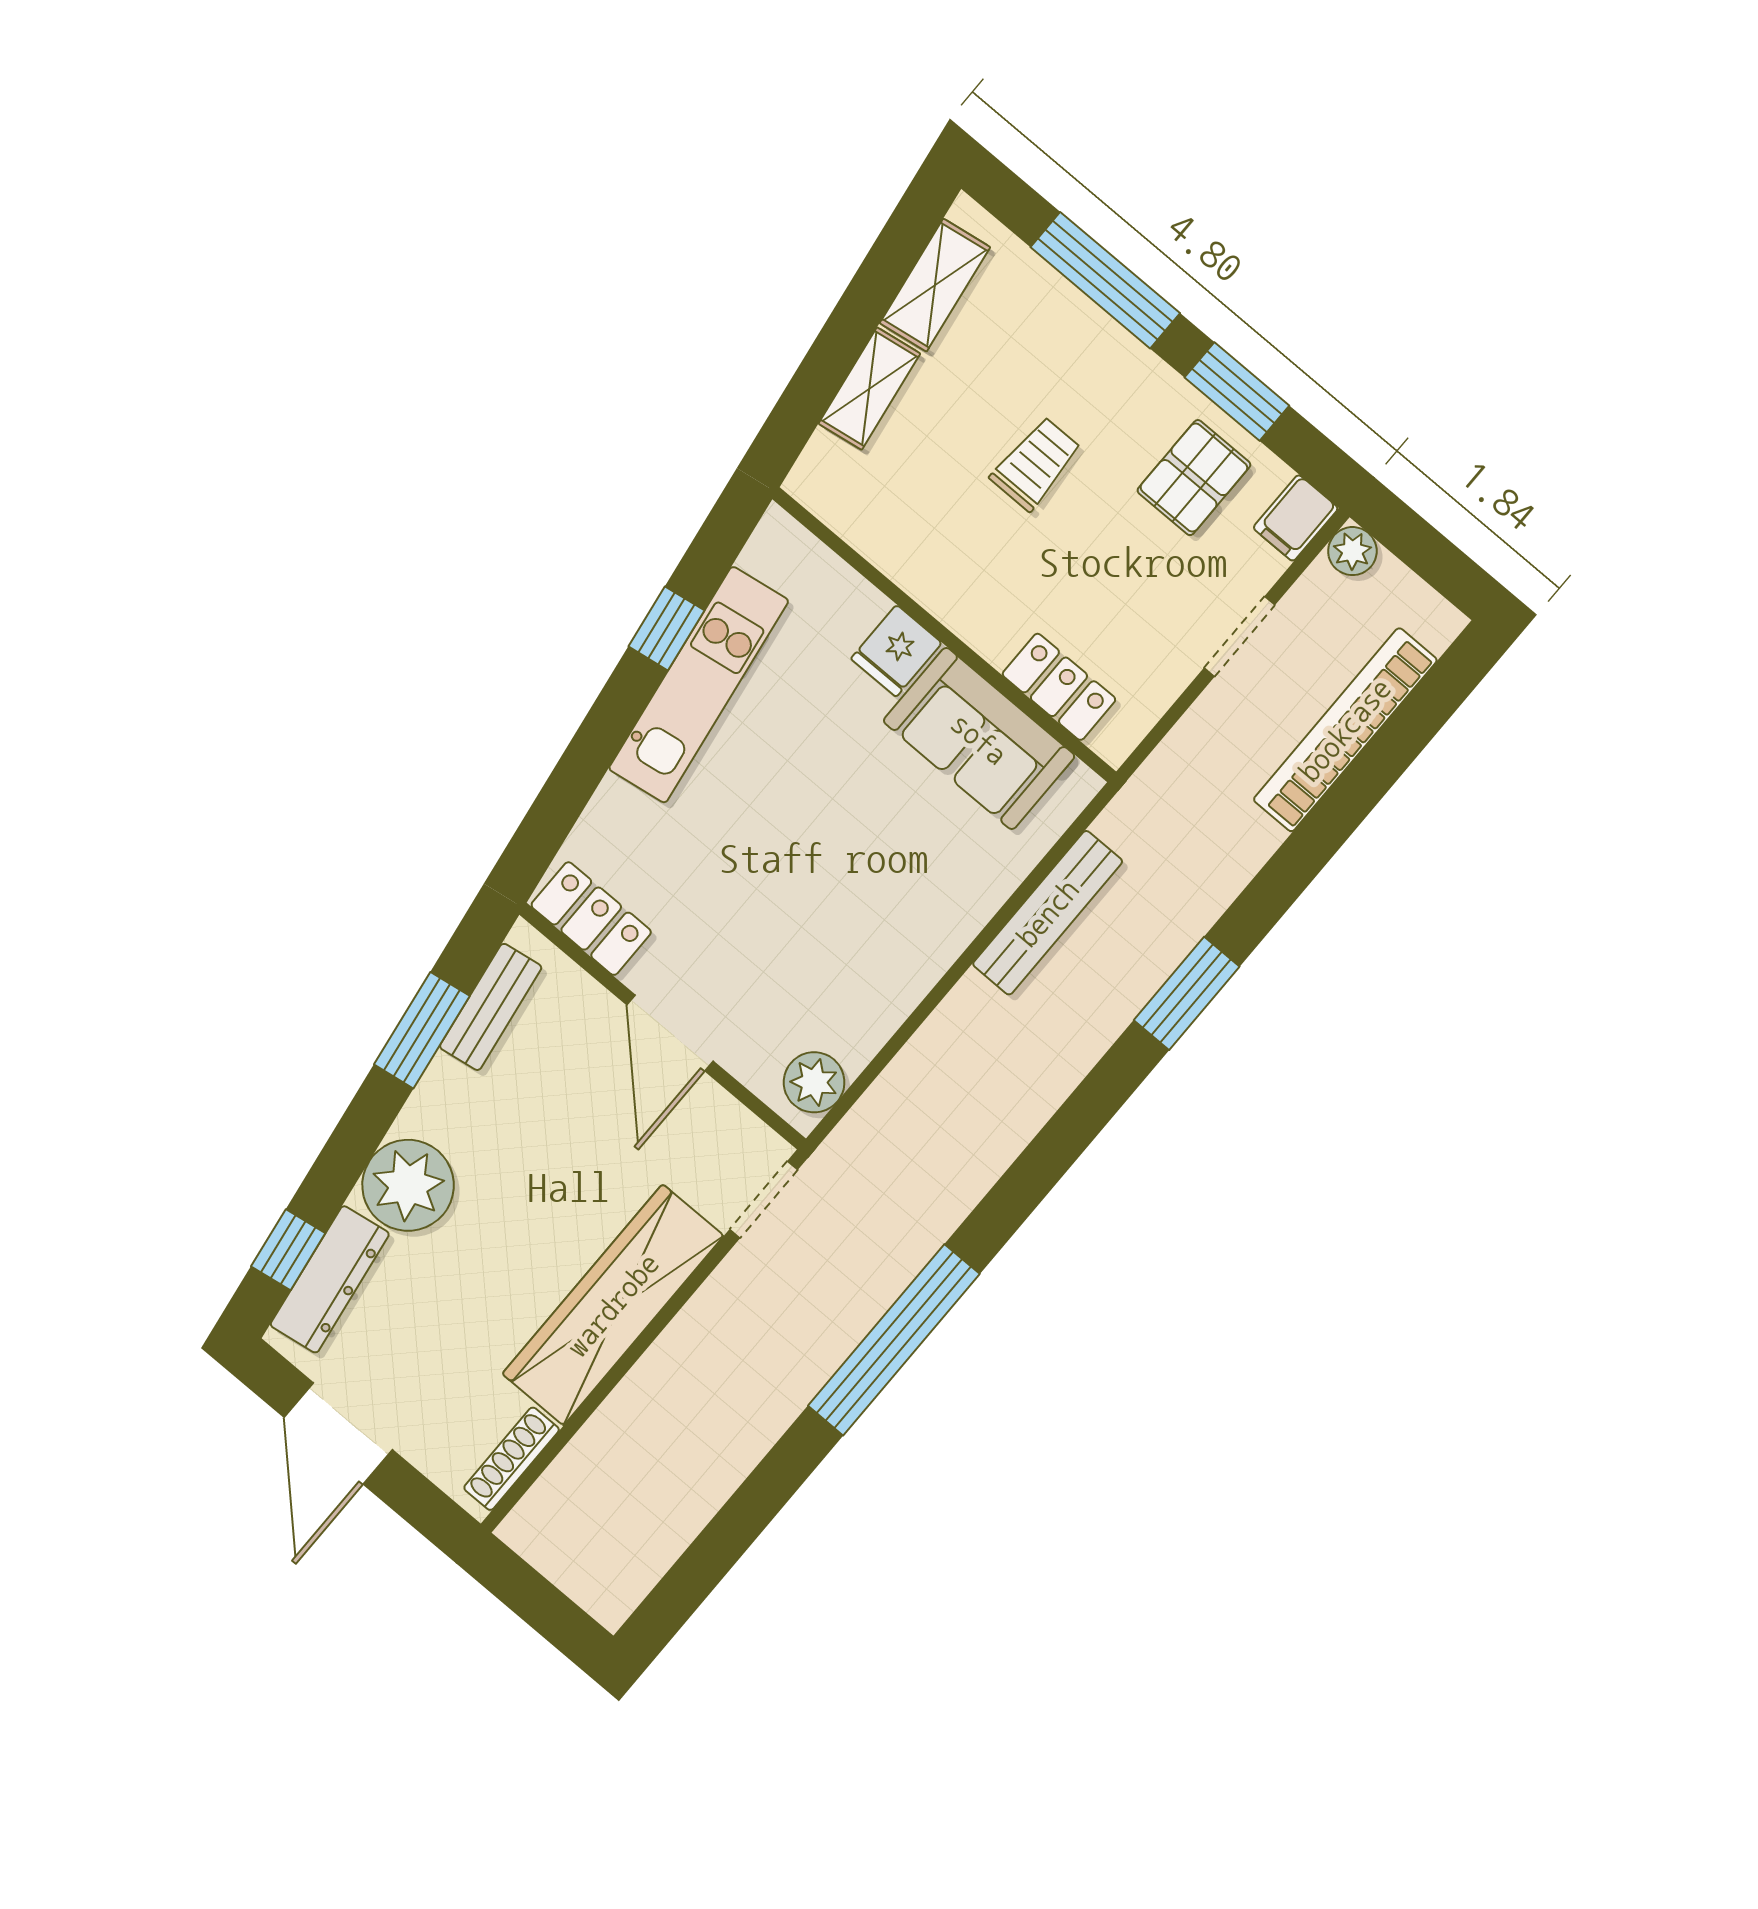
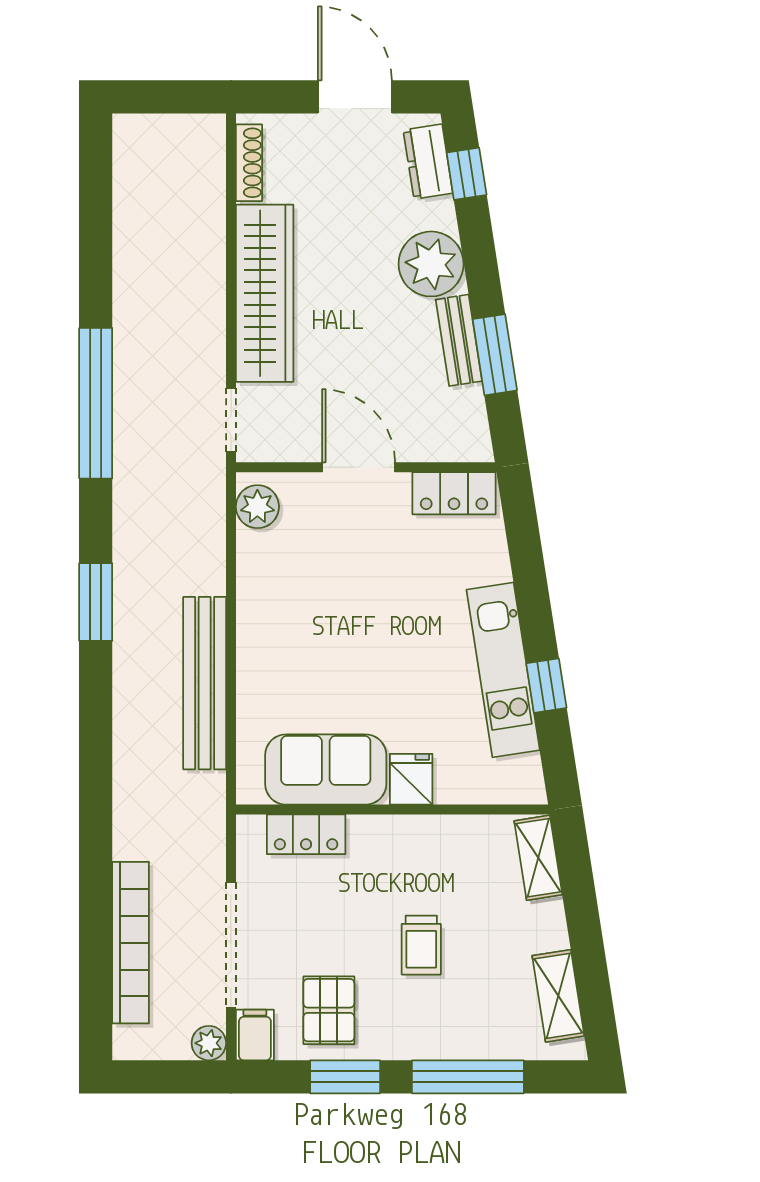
shelving: (869, 389) -> (538, 858), moved
doorway: (1240, 636) -> (231, 945), width x1.88
bench: (1048, 913) -> (205, 683), width x1.37, depth x1.21
window: (1187, 993) -> (96, 602), moved
bench: (491, 1007) -> (459, 340), moved
dresser: (330, 1279) -> (428, 162), width x0.70

